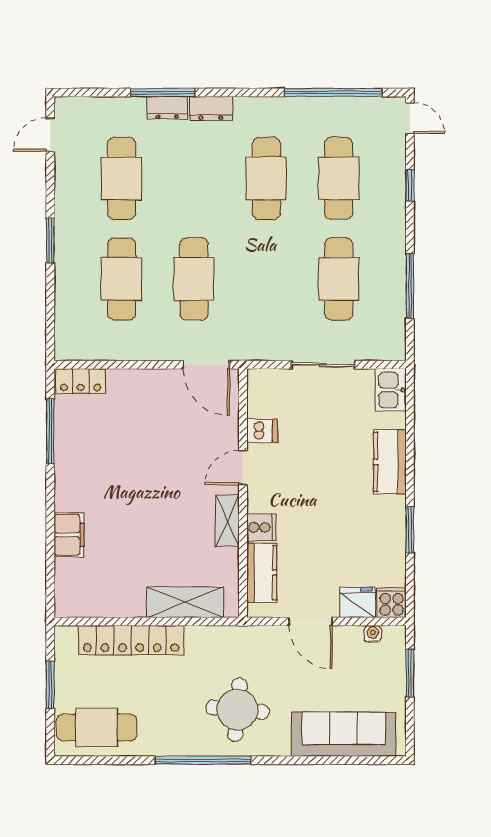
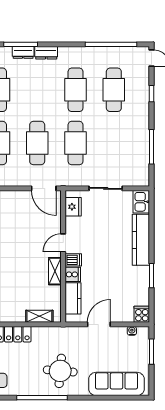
cafe table: (339, 279) -> (76, 143), moved
dishwasher: (262, 431) -> (73, 260), moved
kitchen counter: (390, 462) -> (141, 240), width x1.50
shelving: (185, 602) -> (39, 316), width x0.67, depth x0.75
fridge: (358, 603) -> (73, 207), moved, turned 90
door: (311, 622) -> (99, 324), swing flipped

